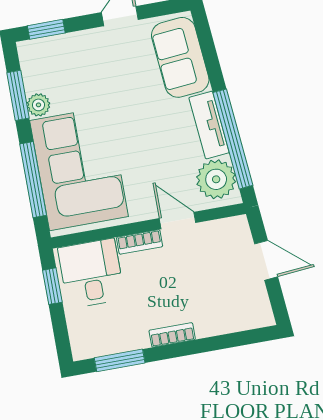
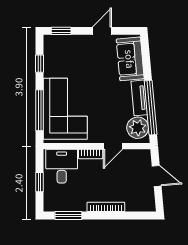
window: (18, 95) -> (40, 64), width x0.67
plant: (38, 105) -> (50, 71), removed
door: (177, 221) -> (113, 146), swing flipped
window: (52, 286) -> (40, 182), moved
bookcase: (172, 335) -> (106, 207), width x1.56

